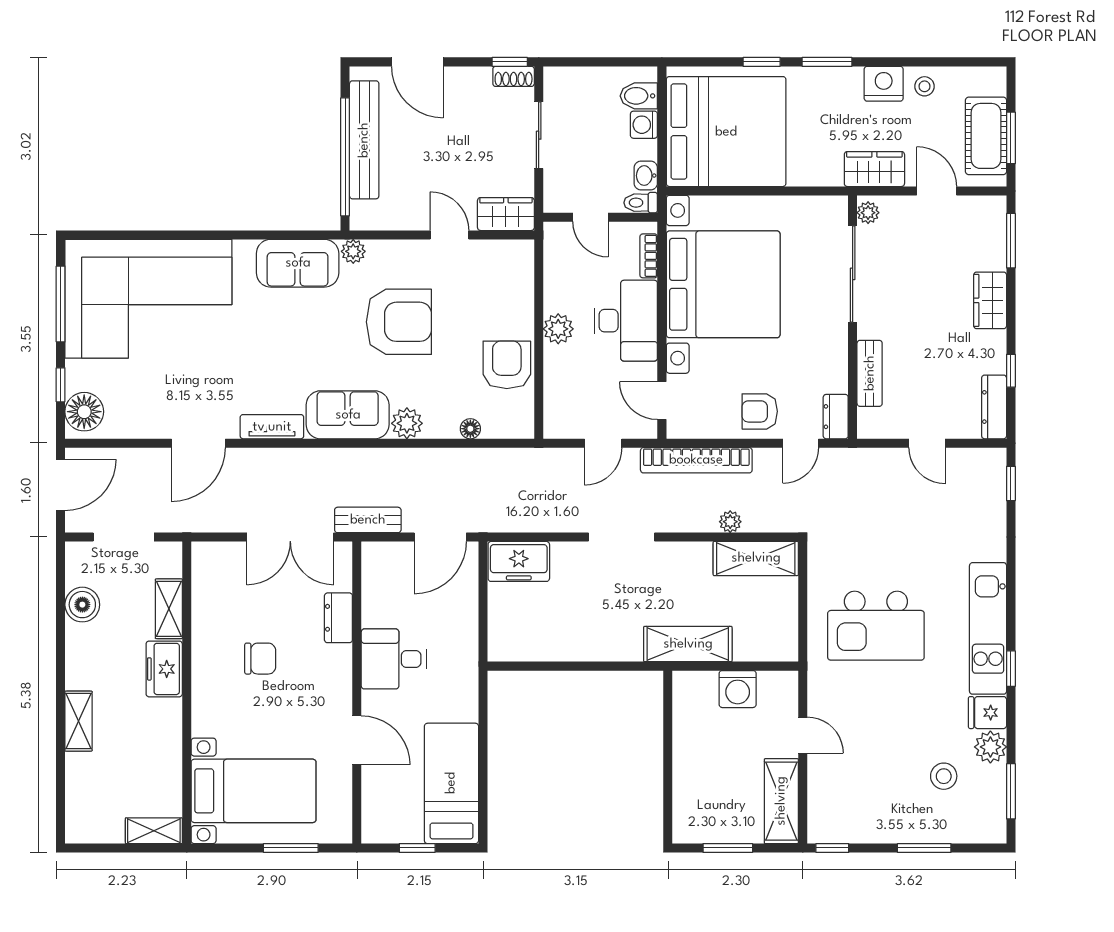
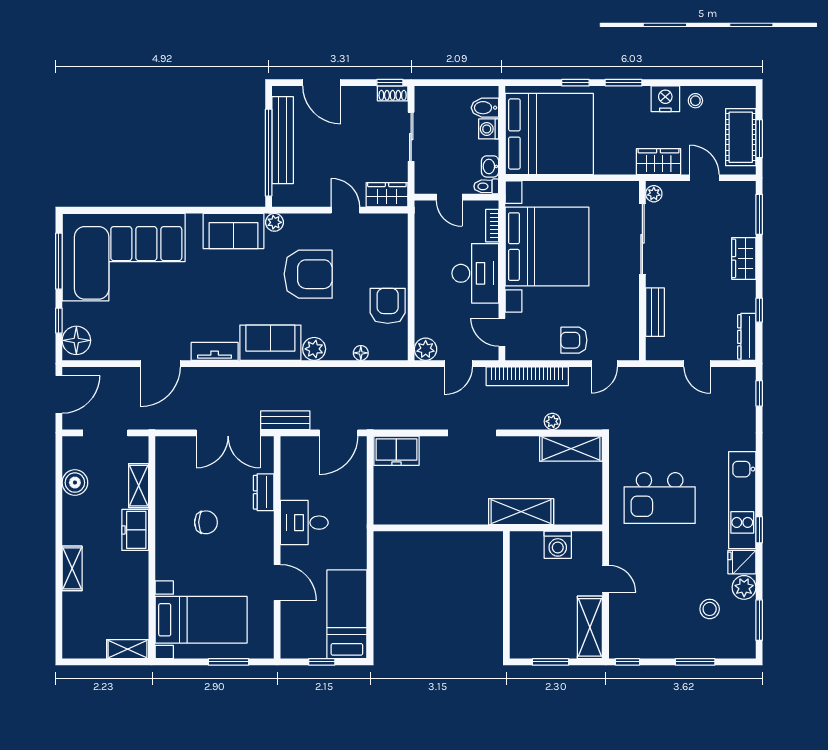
plant: (558, 329) -> (426, 349), moved
dresser: (836, 417) -> (630, 344), removed

